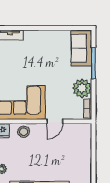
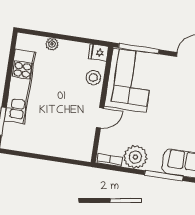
door: (55, 121) -> (100, 118), swing flipped

